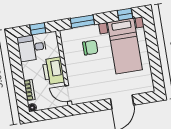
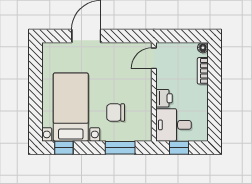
desk: (32, 48) -> (173, 125), moved, turned 180
printer: (53, 71) -> (164, 98), width x0.53, depth x0.68
door: (68, 93) -> (154, 58), swing flipped

